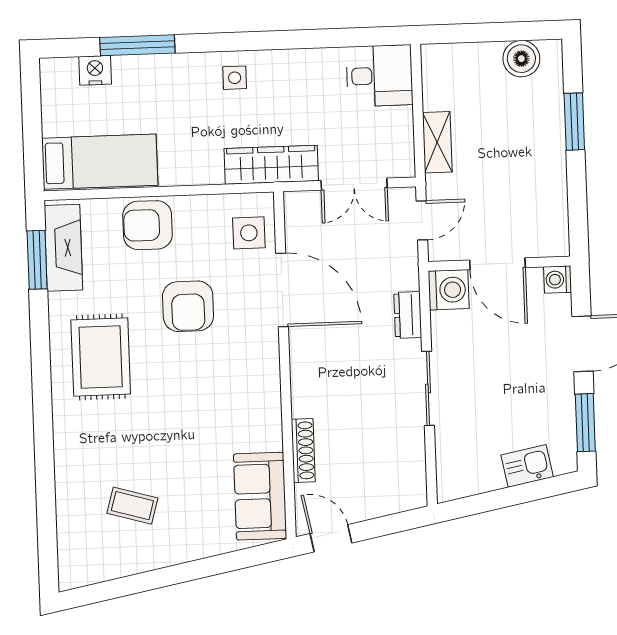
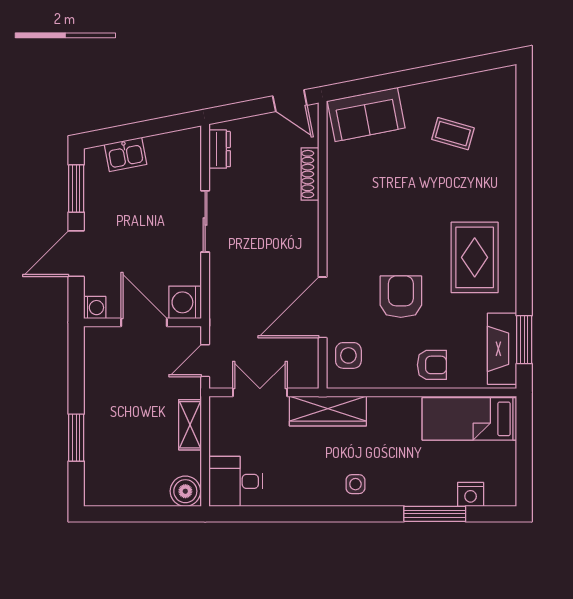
boiler: (521, 59) -> (185, 491), moved
armchair: (147, 225) -> (432, 365), width x0.72, depth x0.72
door: (282, 290) -> (323, 307), hinge flipped
dresser: (408, 315) -> (220, 149), moved
sofa: (260, 496) -> (366, 114), moved, turned 79

